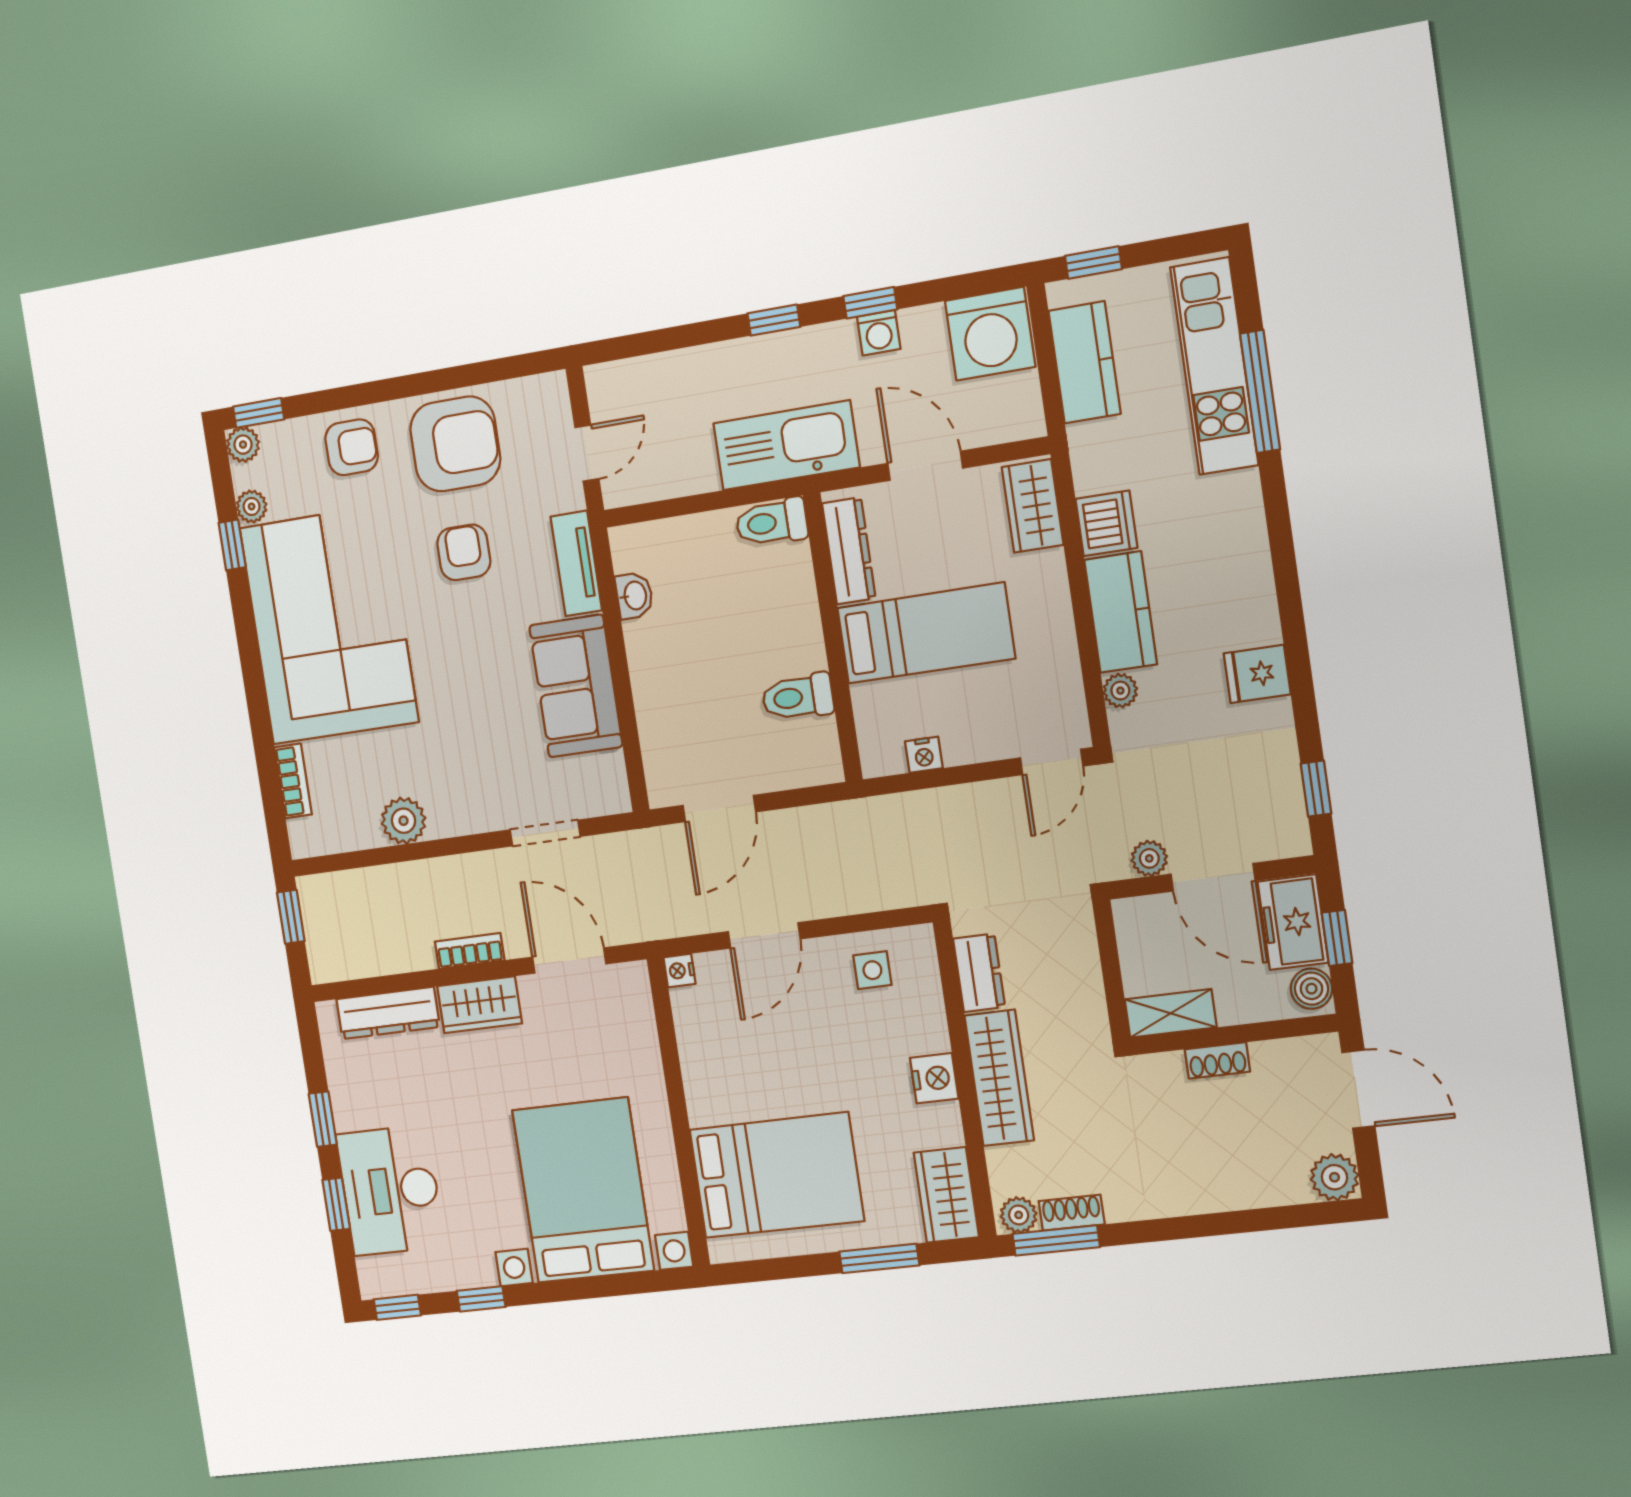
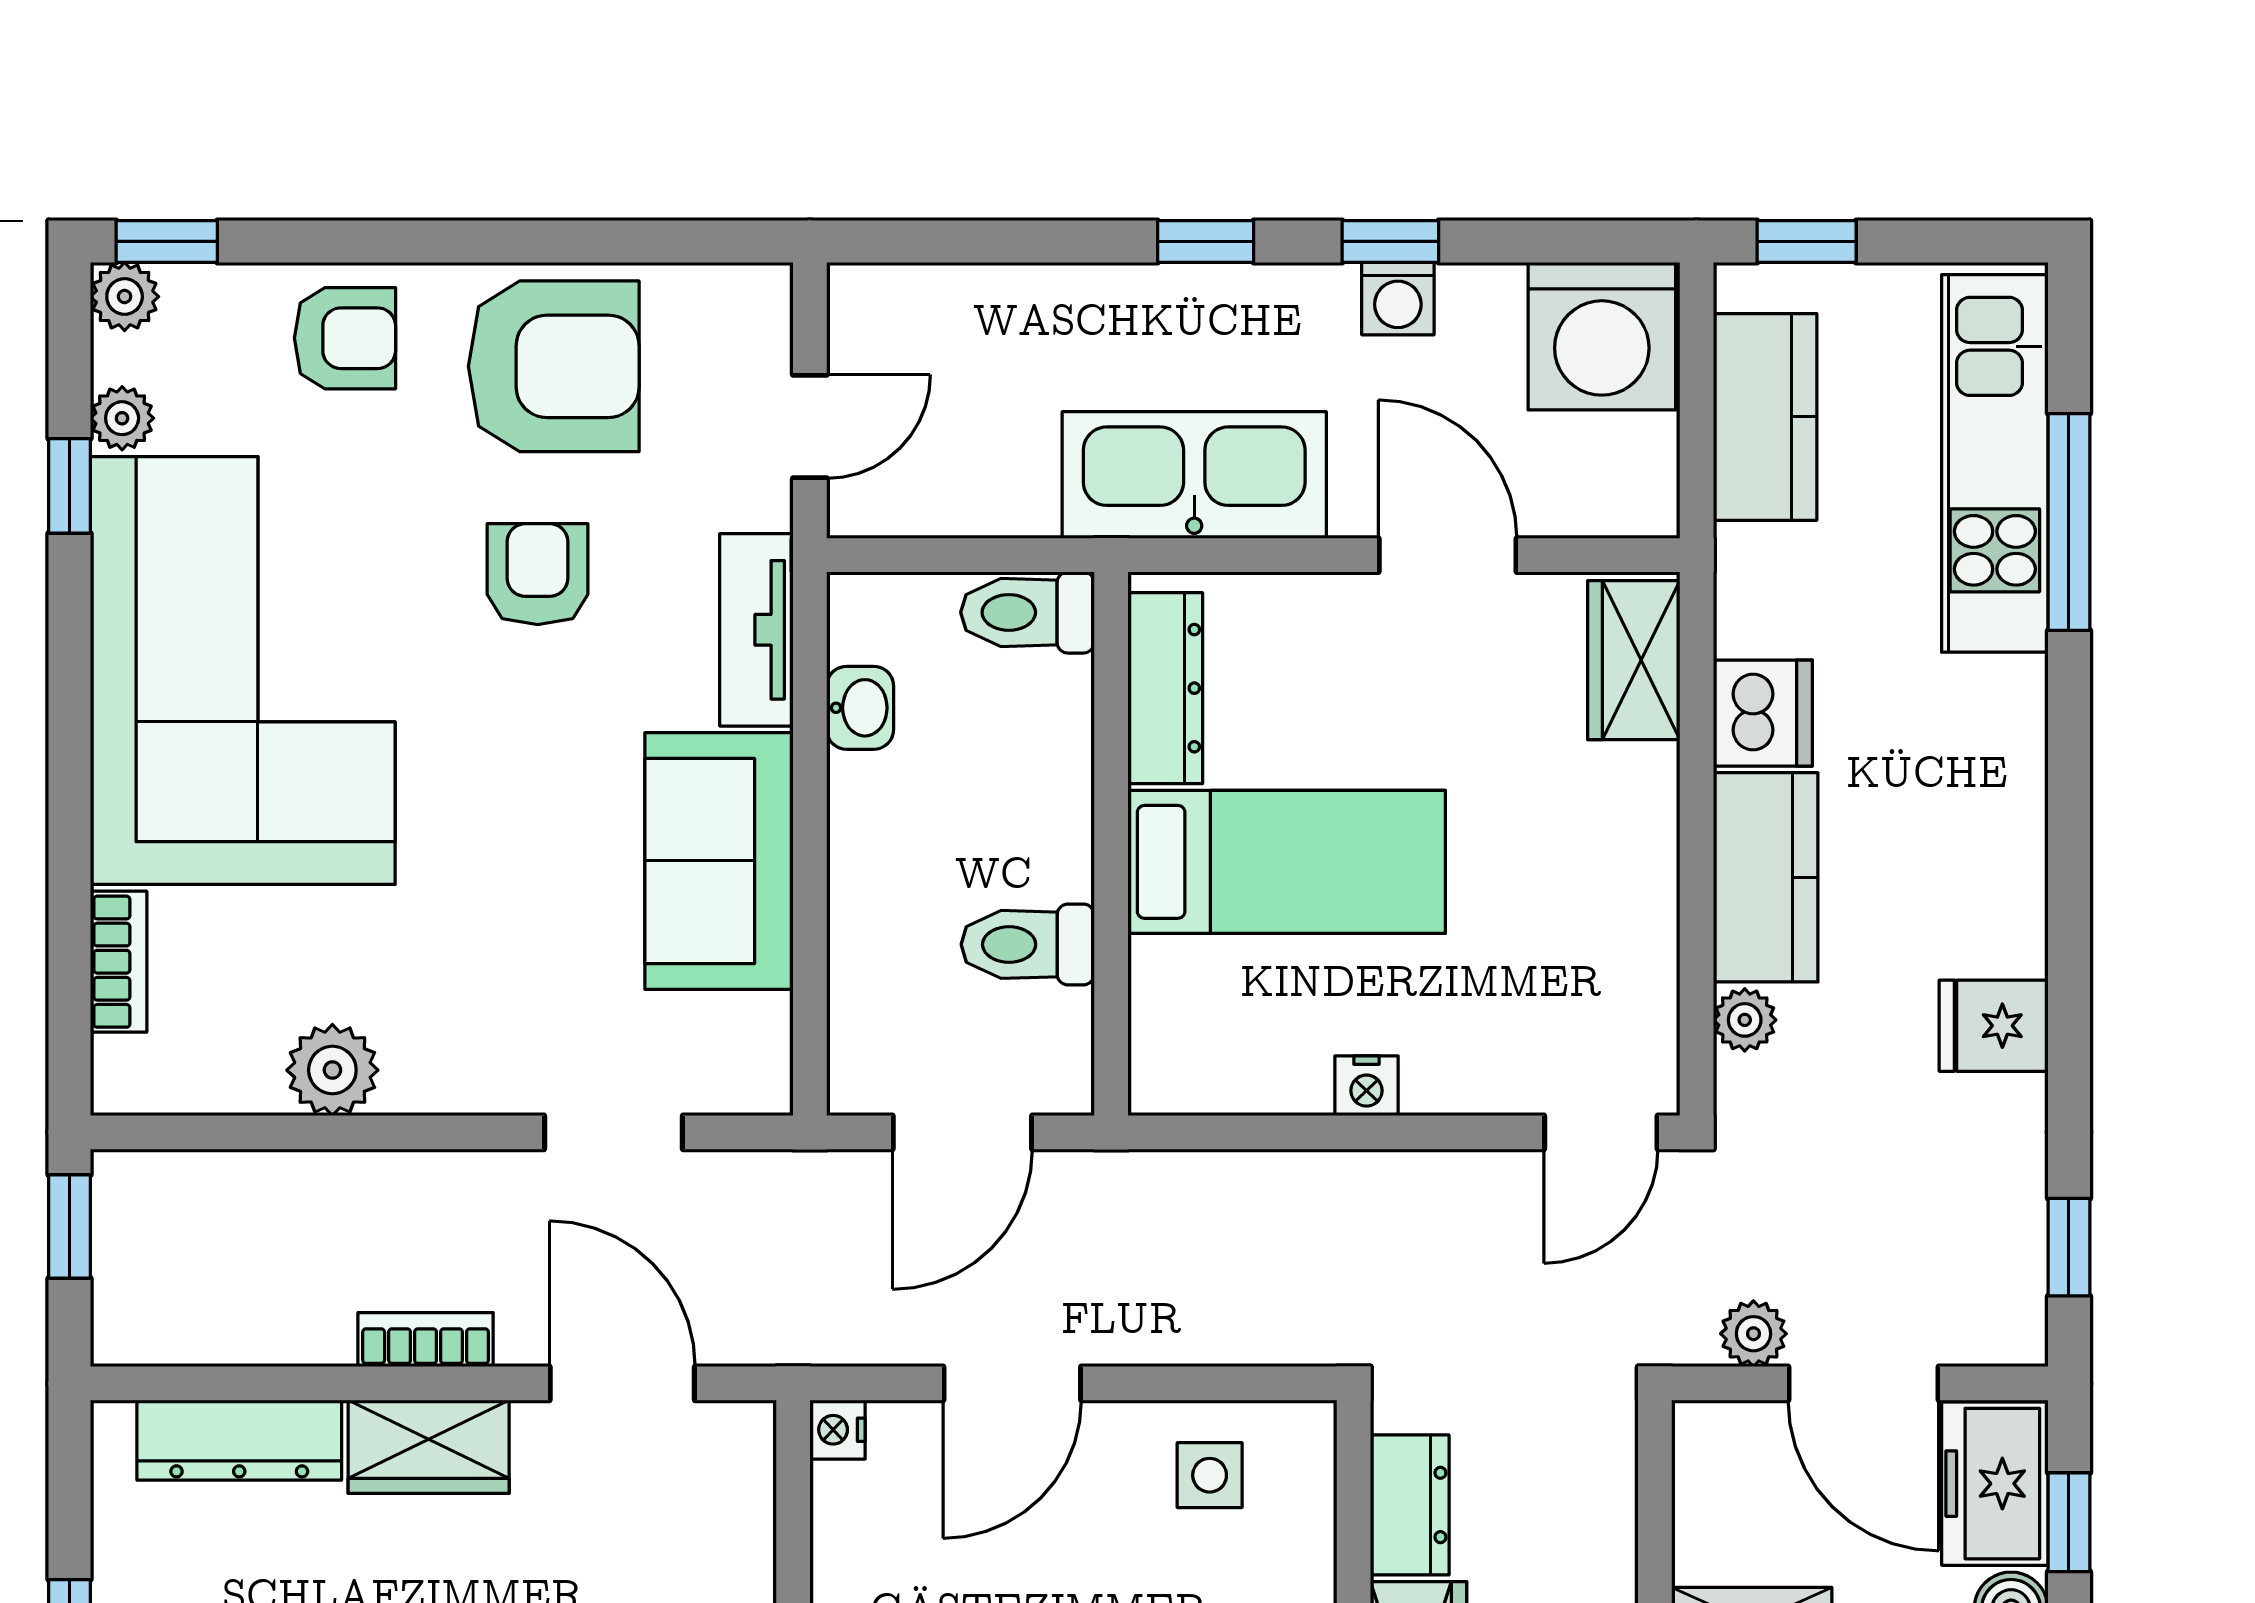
toilet: (772, 522) -> (1028, 612), moved
dresser: (849, 551) -> (1165, 688), moved
bed: (926, 633) -> (1287, 862), moved
wall: (833, 638) -> (1111, 844), moved
toilet: (798, 697) -> (1028, 944), moved

